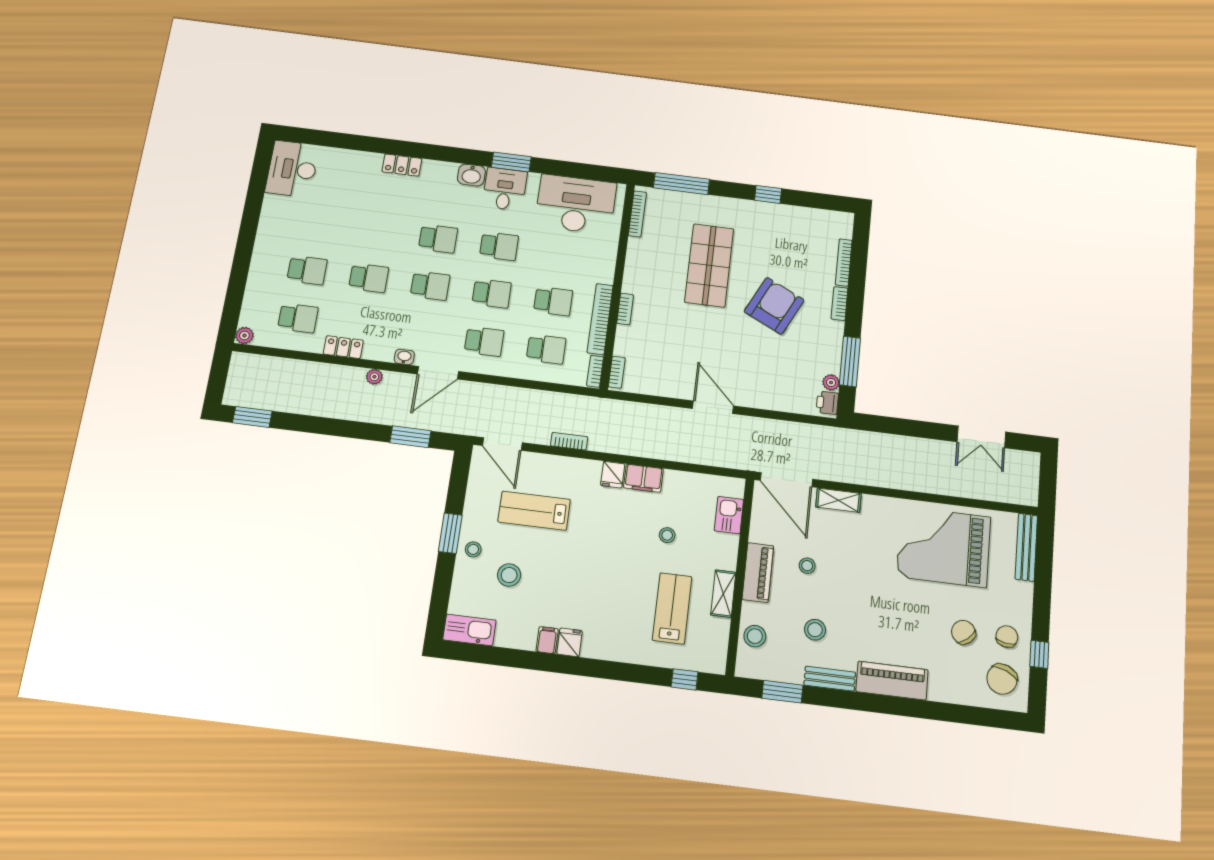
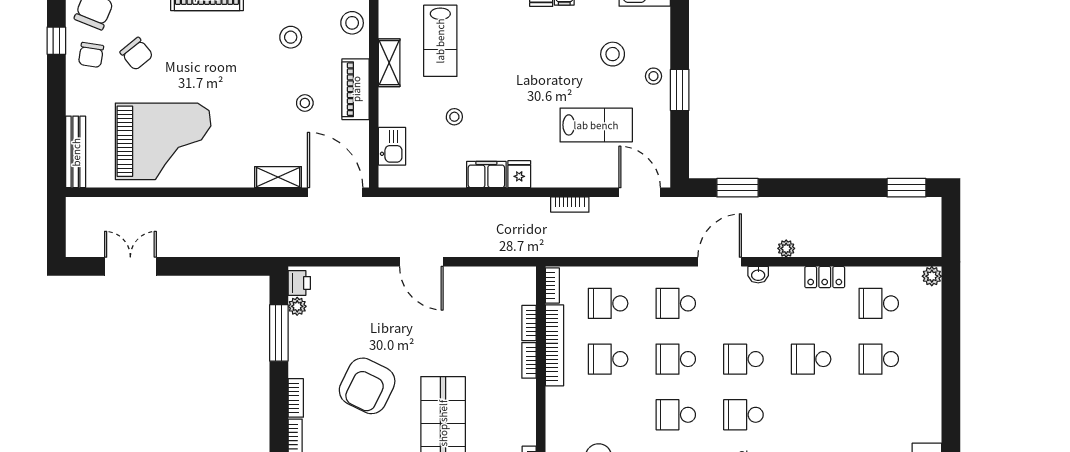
bookcase: (617, 372) -> (529, 323), moved

